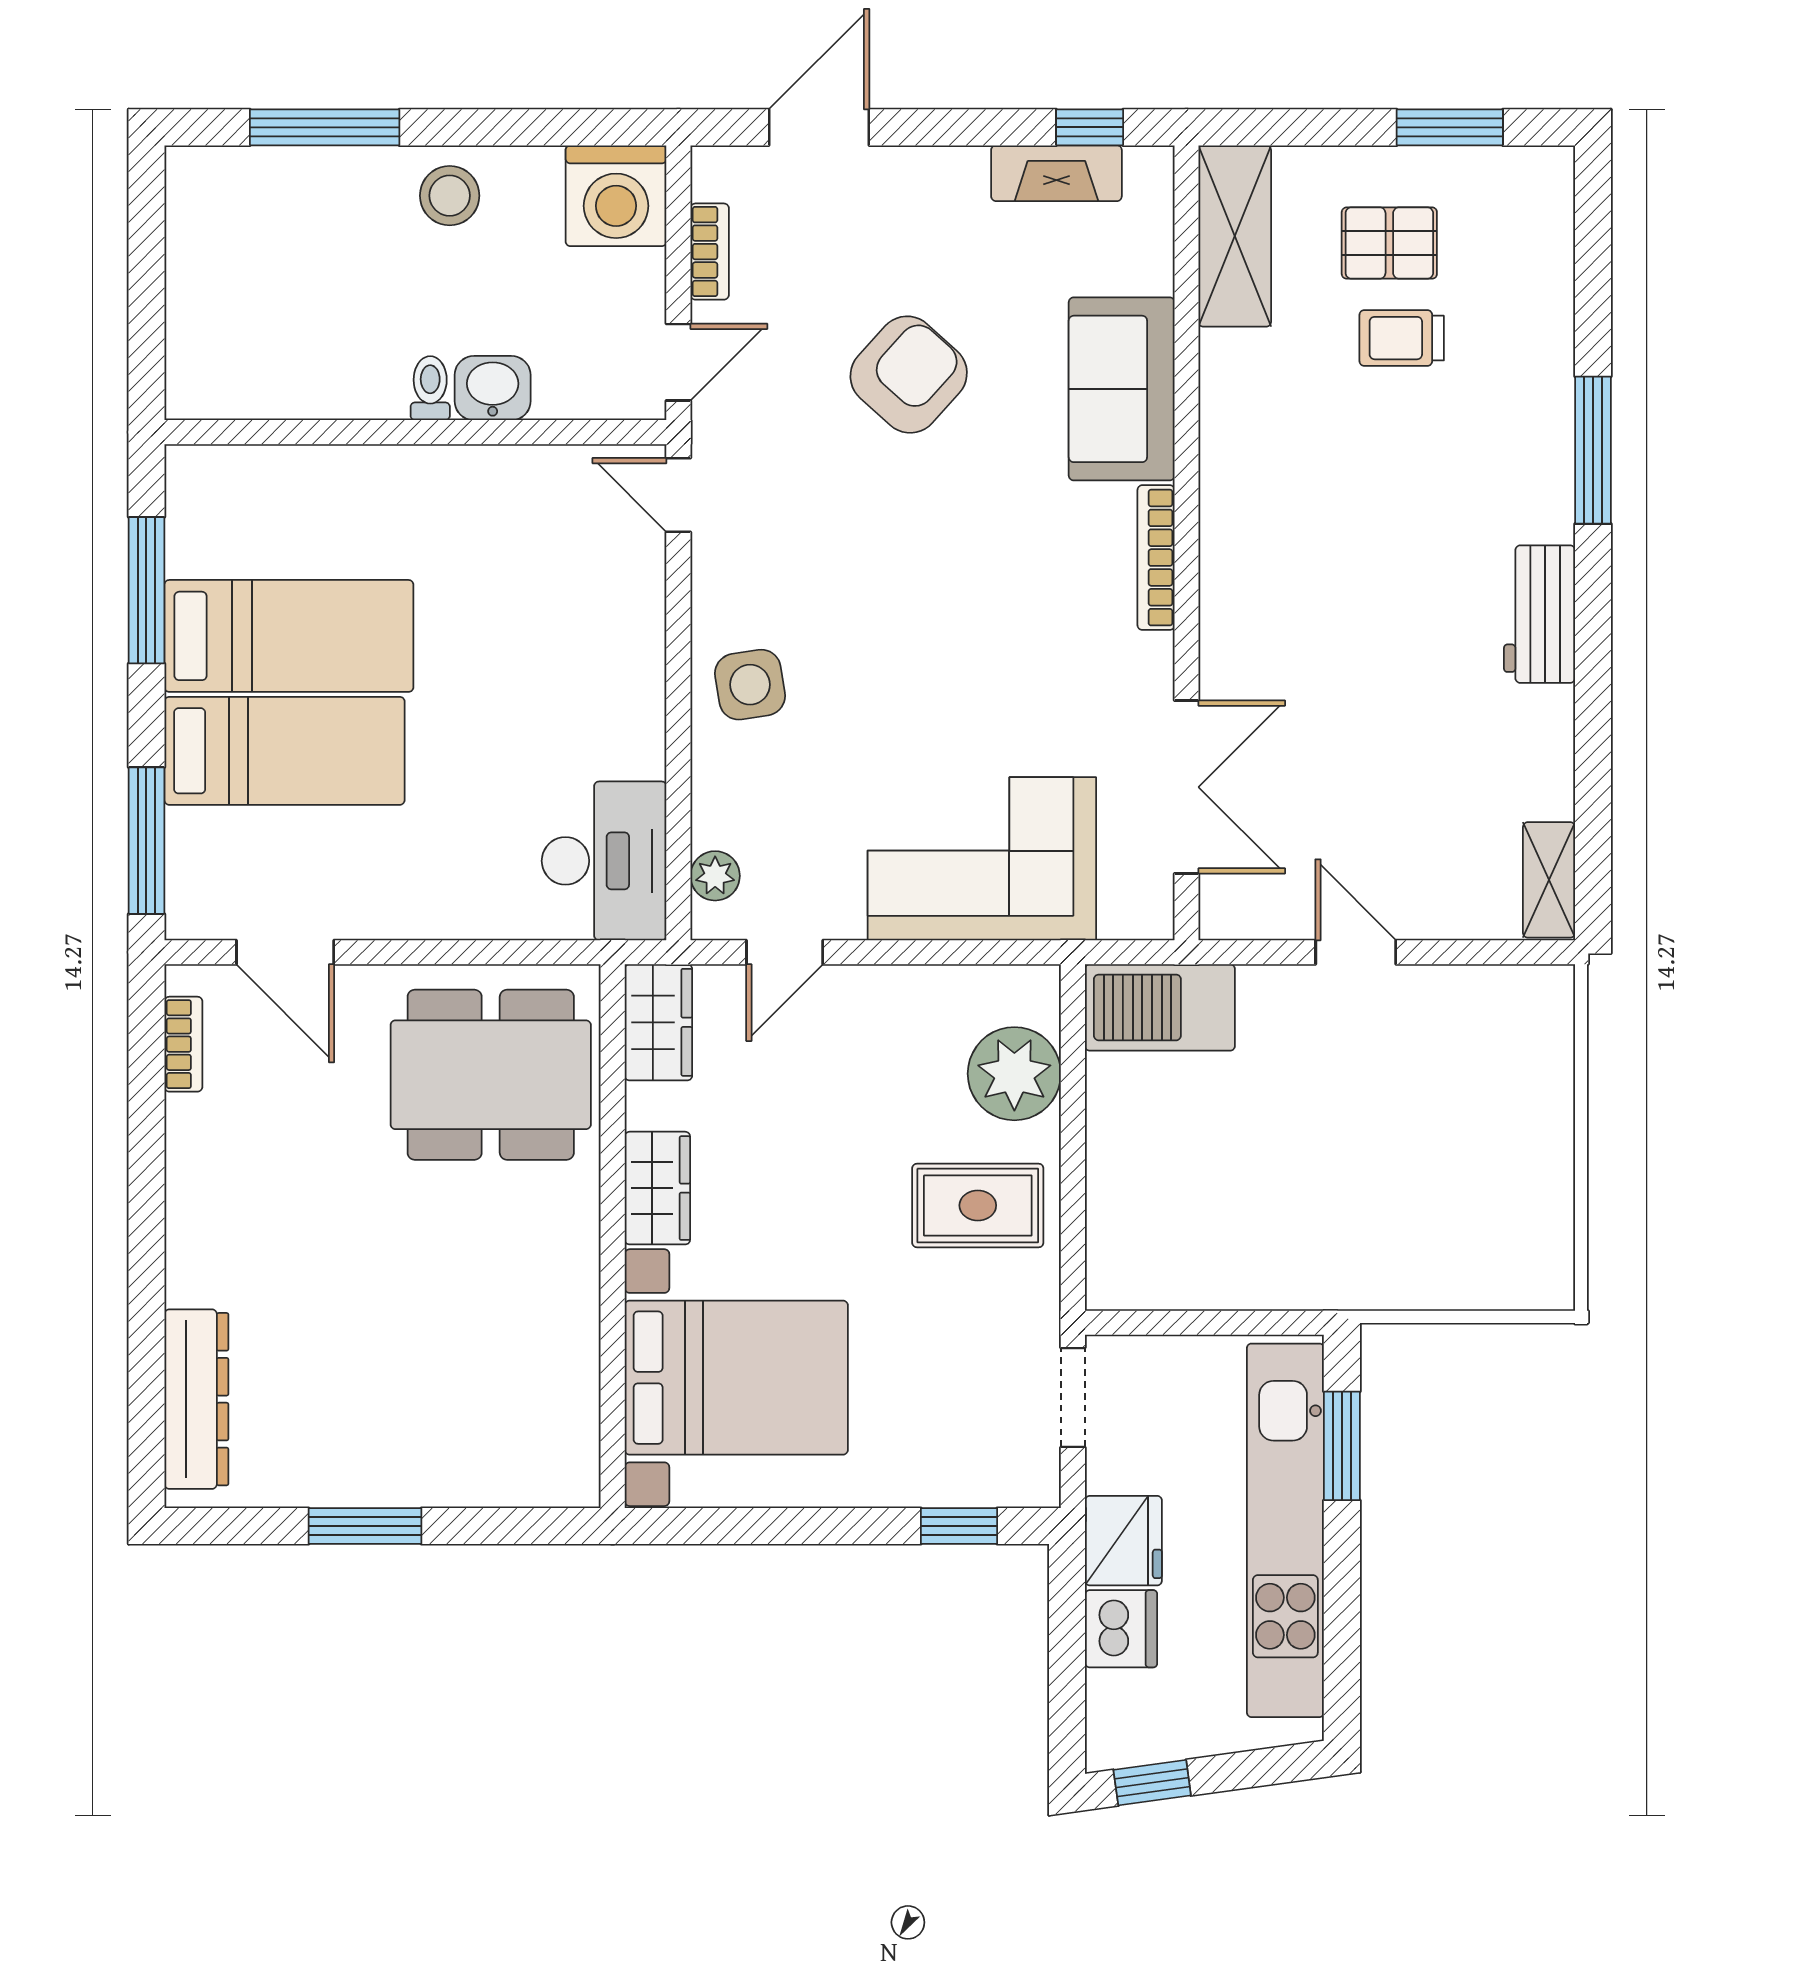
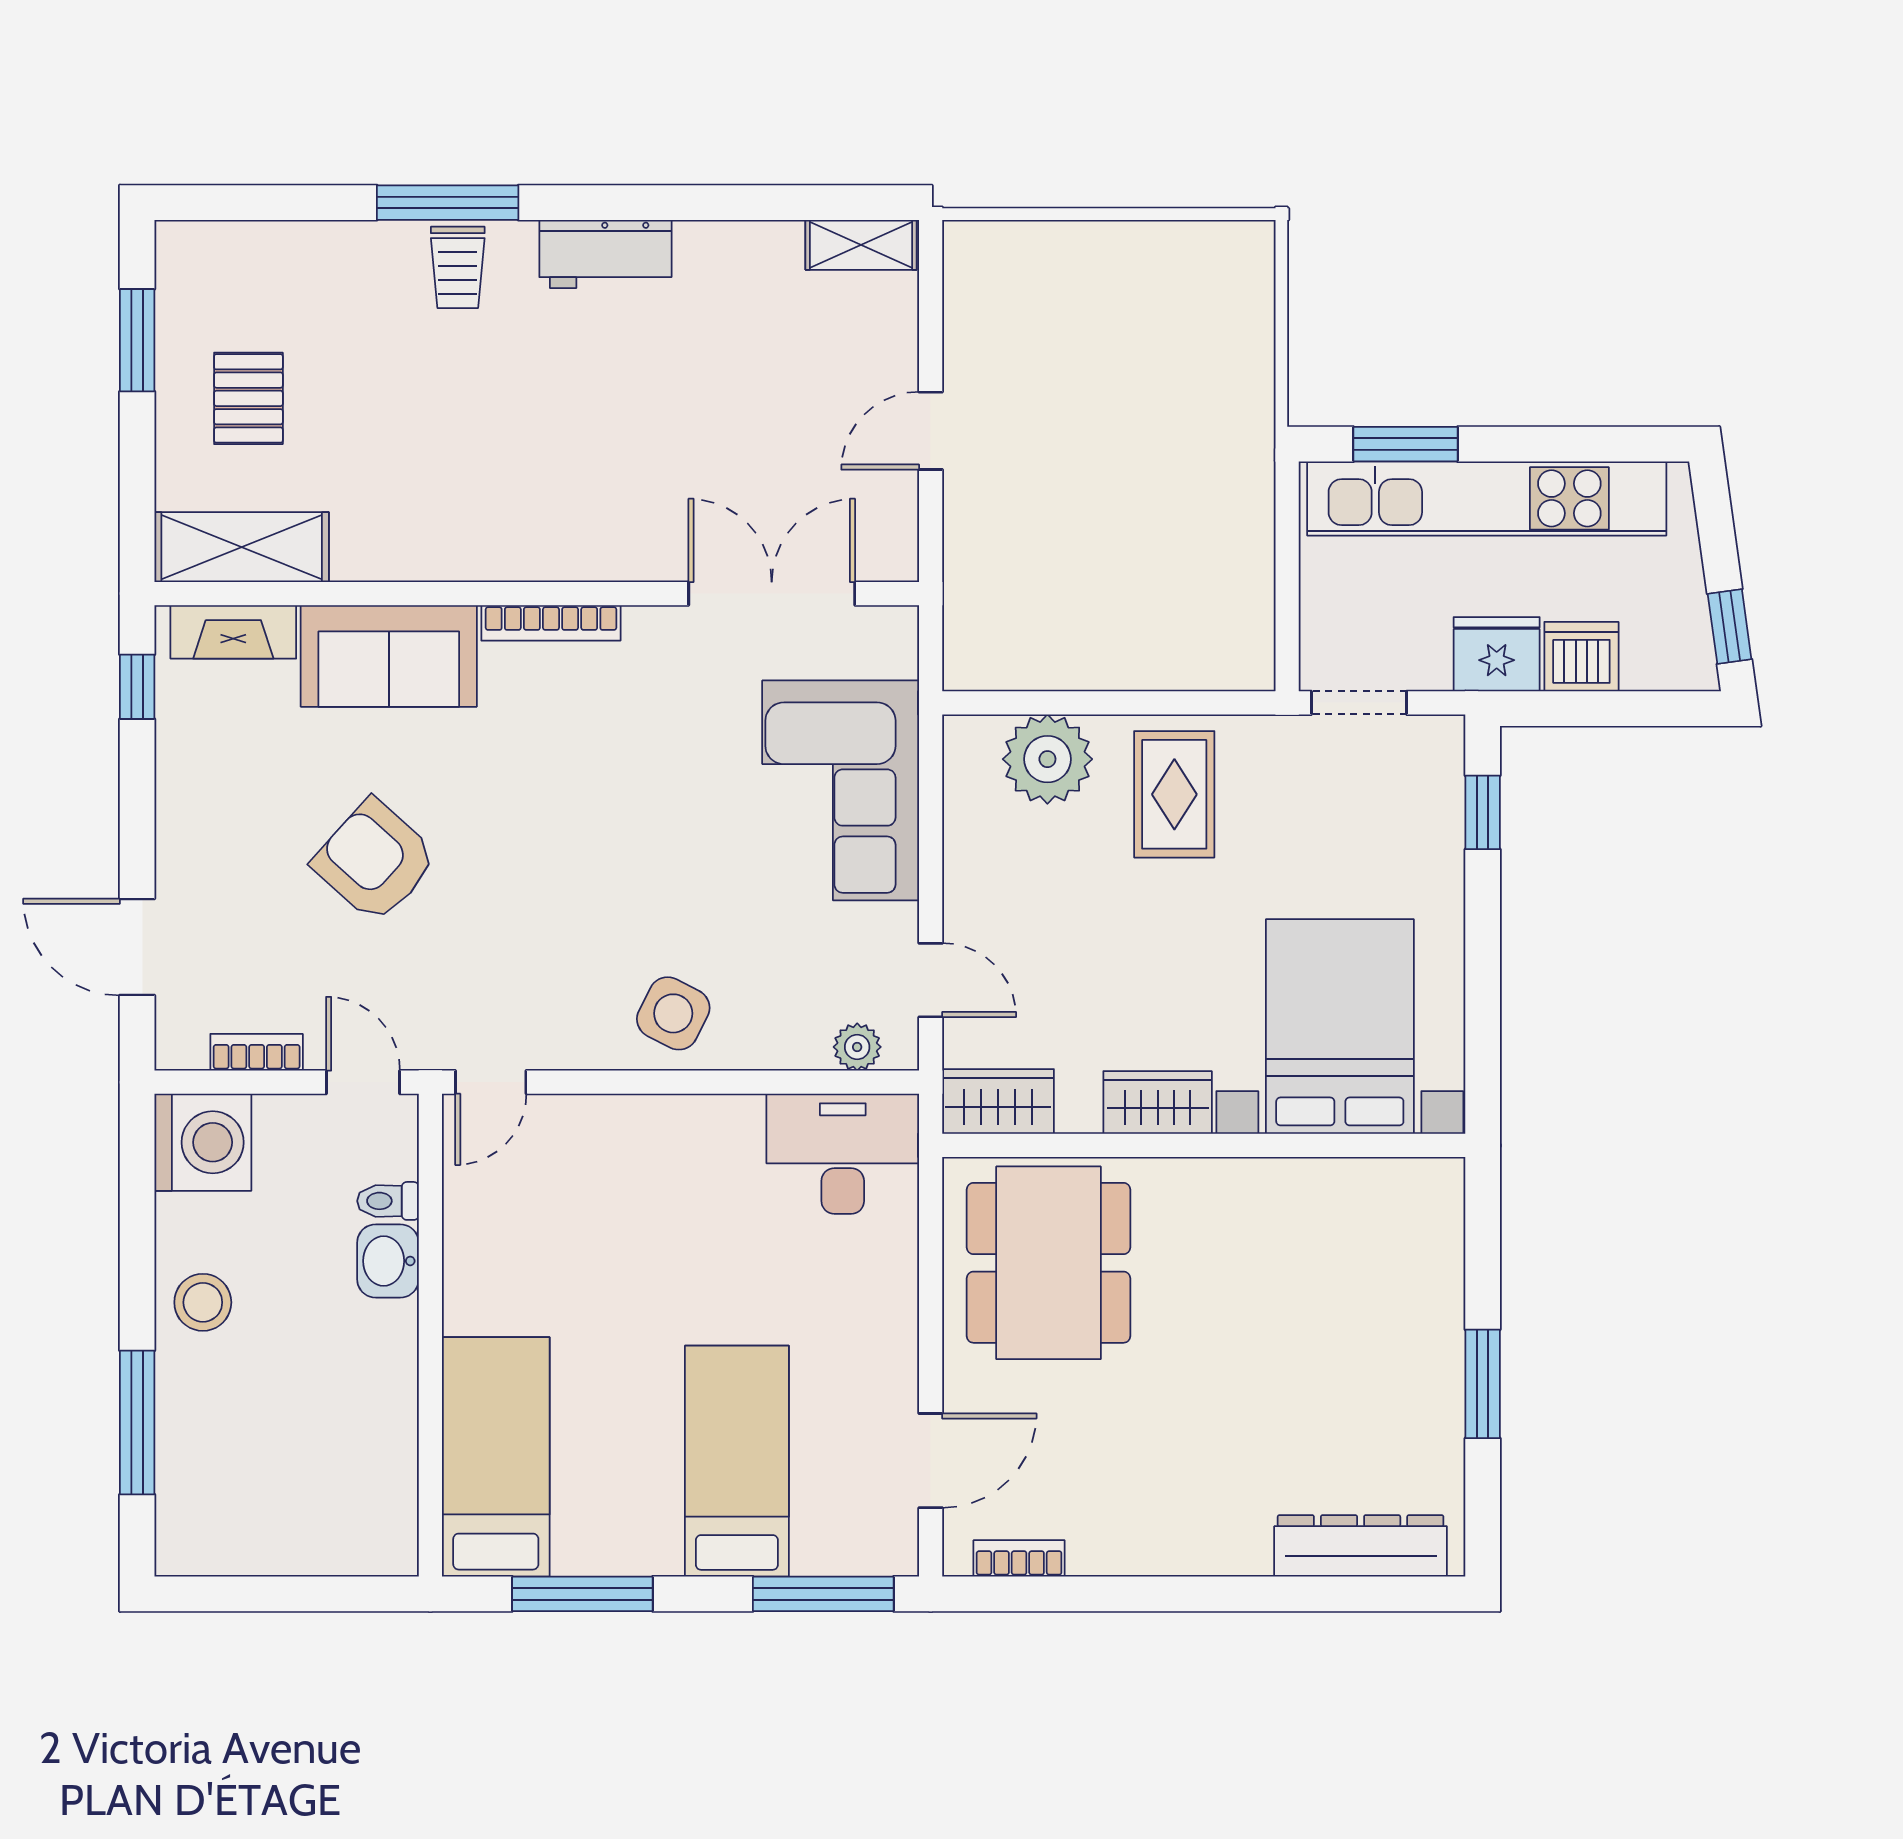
fireplace: (1056, 173) -> (233, 632), moved, turned 90
trolley: (1402, 338) -> (458, 267), moved
toilet: (430, 388) -> (388, 1201), moved
bed: (289, 636) -> (496, 1457), moved
side table: (750, 685) -> (673, 1013), turned 36
barbecue: (1160, 1007) -> (984, 619), removed

